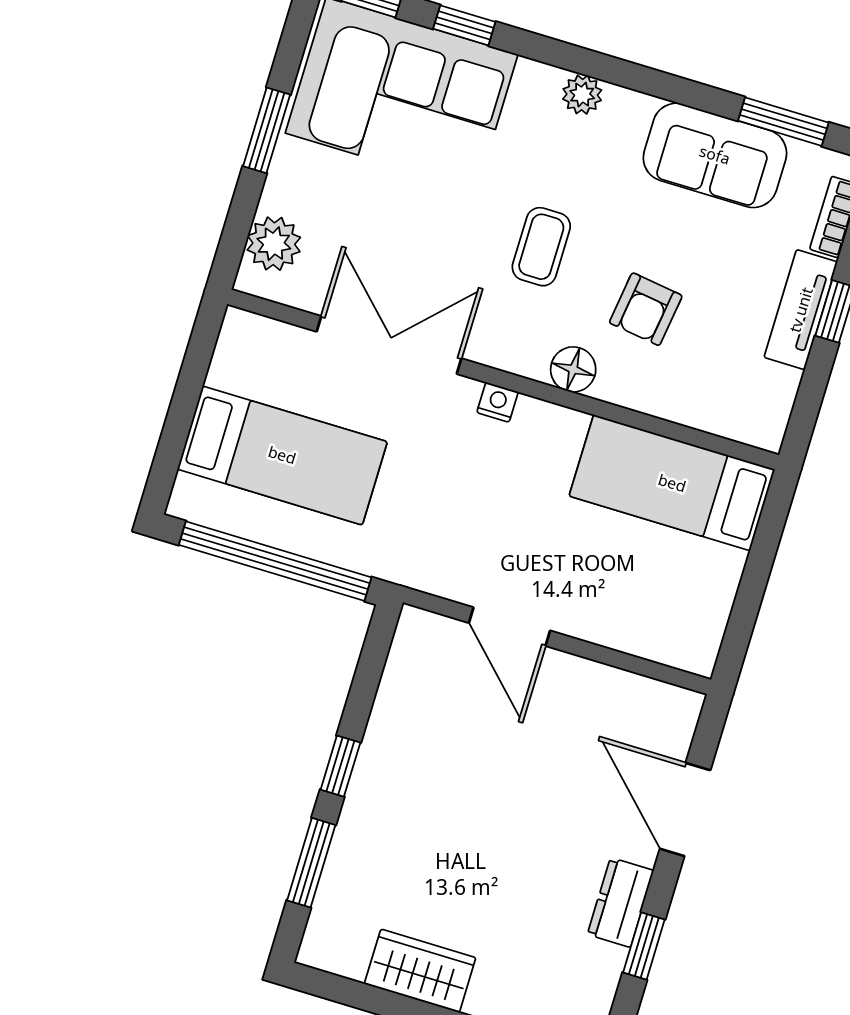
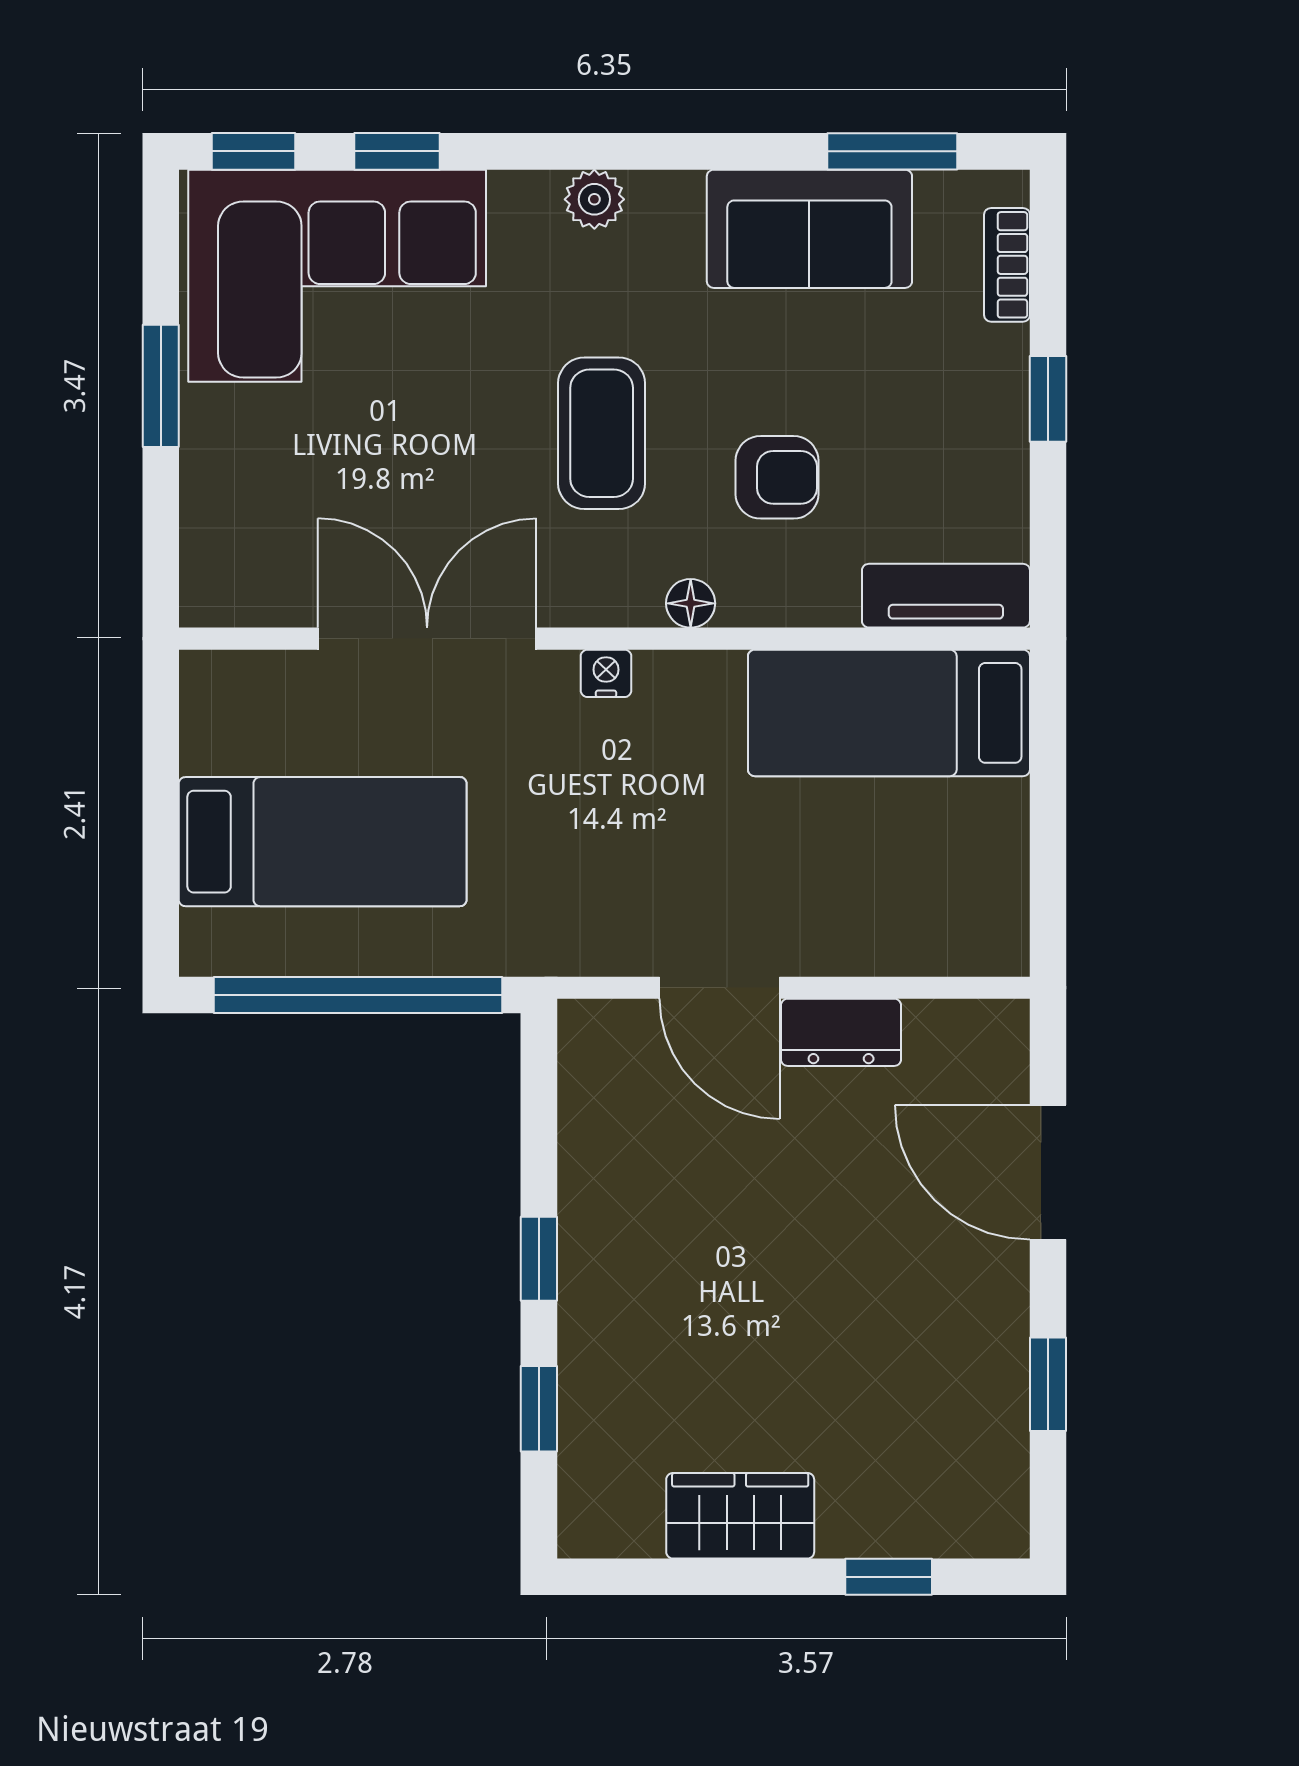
plant: (274, 244) -> (220, 544), removed
coffee table: (541, 247) -> (602, 433), width x1.36, depth x1.30
armchair: (646, 309) -> (777, 477), turned -98
tv unit: (801, 310) -> (946, 596), moved, turned 90
floor lamp: (573, 369) -> (691, 603), width x0.73, depth x0.73
window: (311, 863) -> (539, 1409), width x0.67
dresser: (620, 903) -> (841, 1032), moved, turned -90

